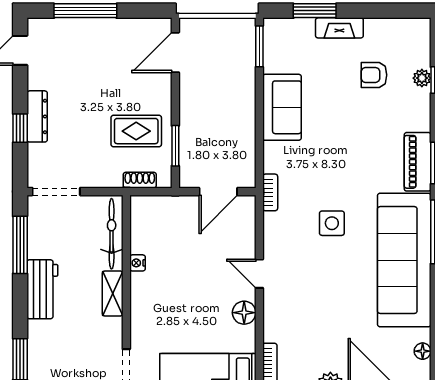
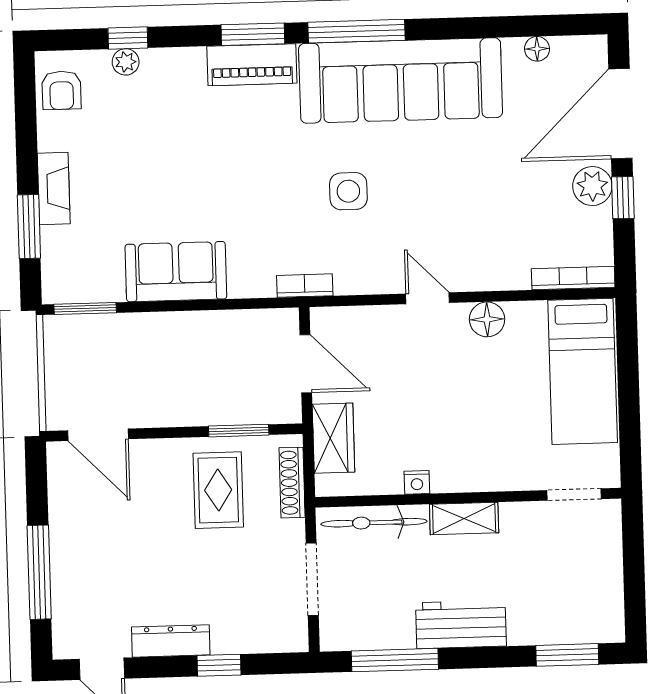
armchair: (374, 75) -> (62, 90), moved
dresser: (37, 116) -> (171, 641), moved
shoe rack: (140, 180) -> (292, 483), width x1.43
doorway: (56, 192) -> (312, 579), moved
wardrobe: (168, 208) -> (333, 438), added
door: (259, 274) -> (428, 298), swing flipped

